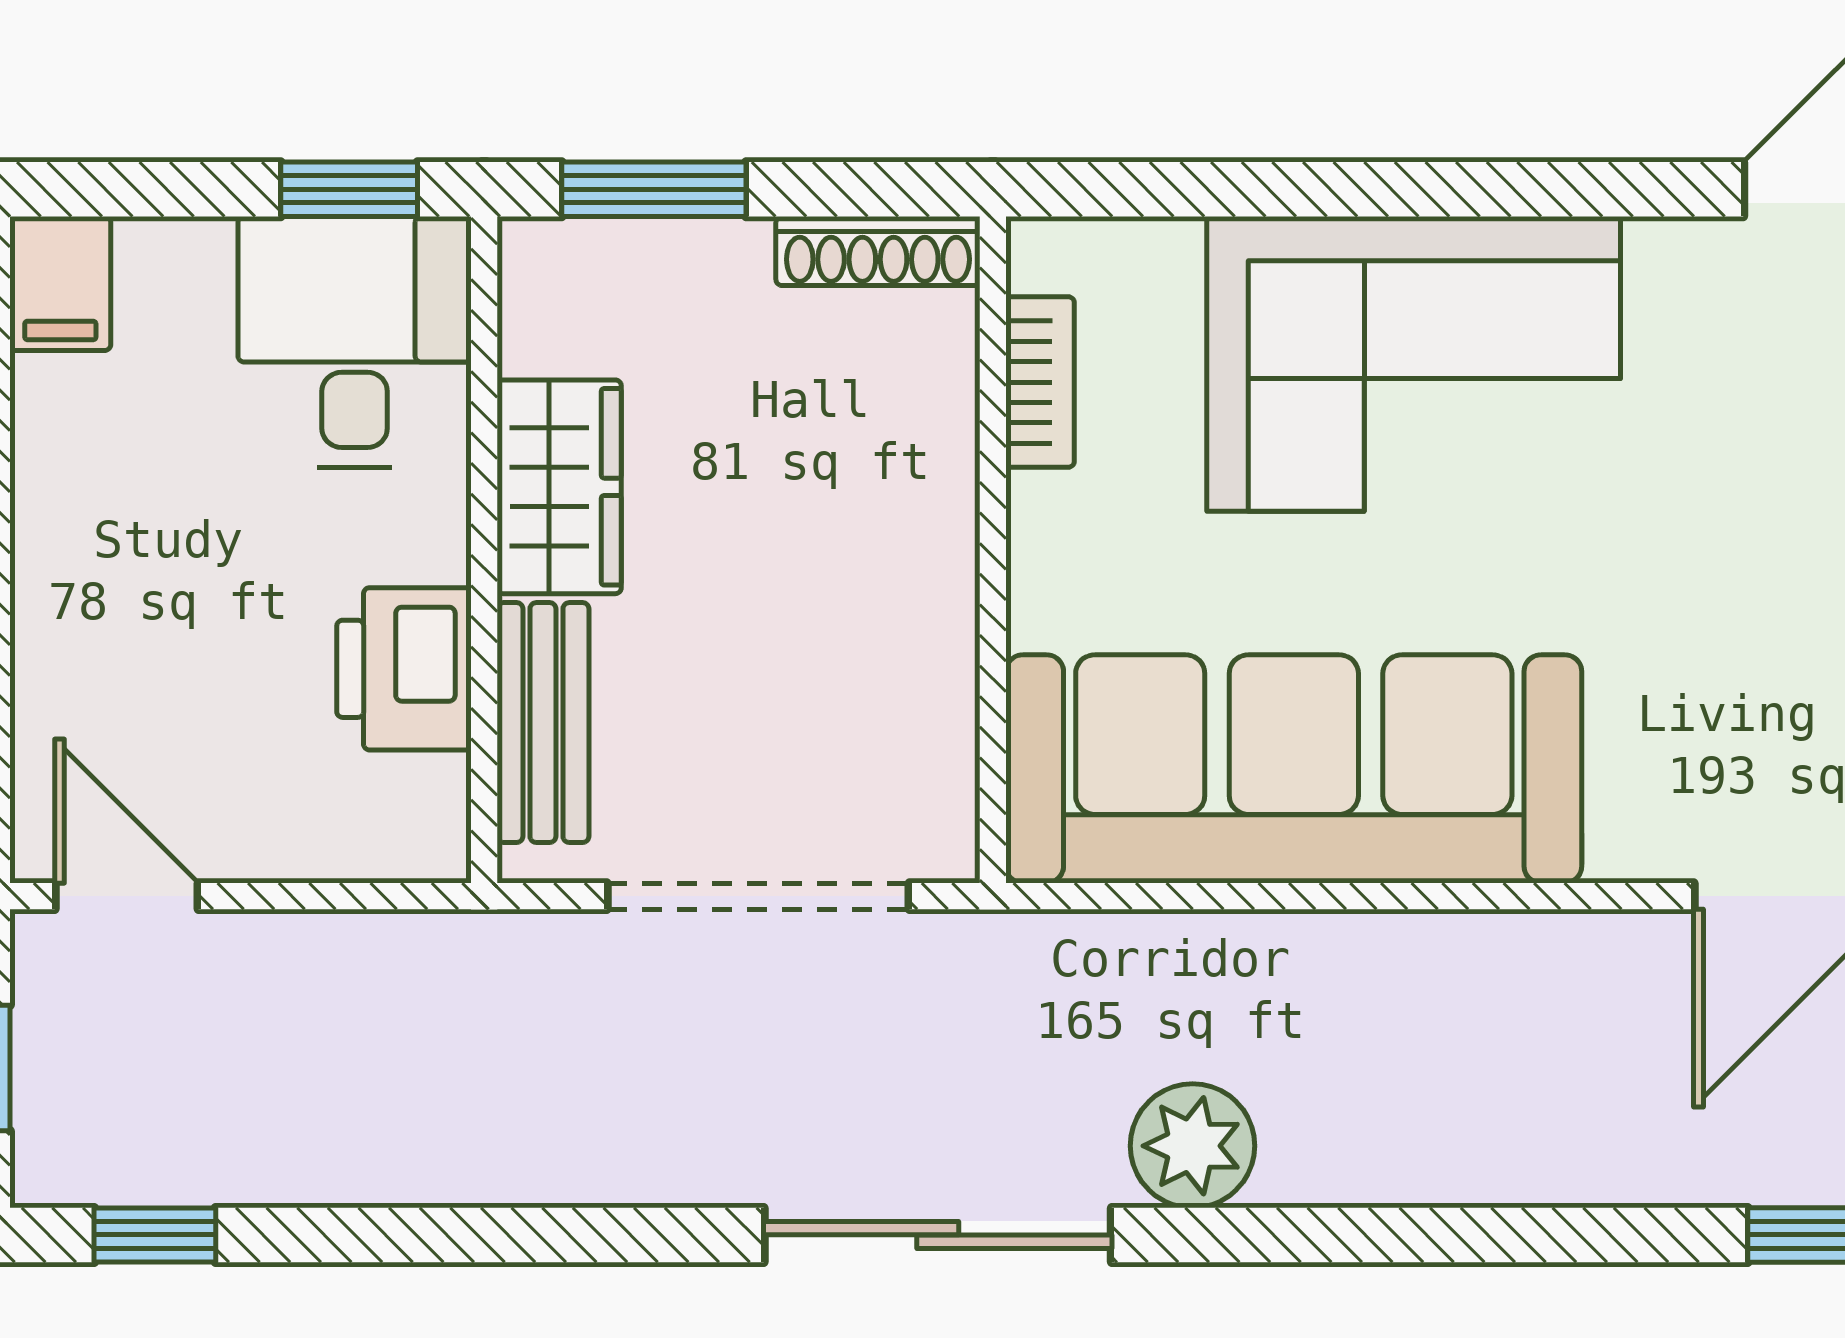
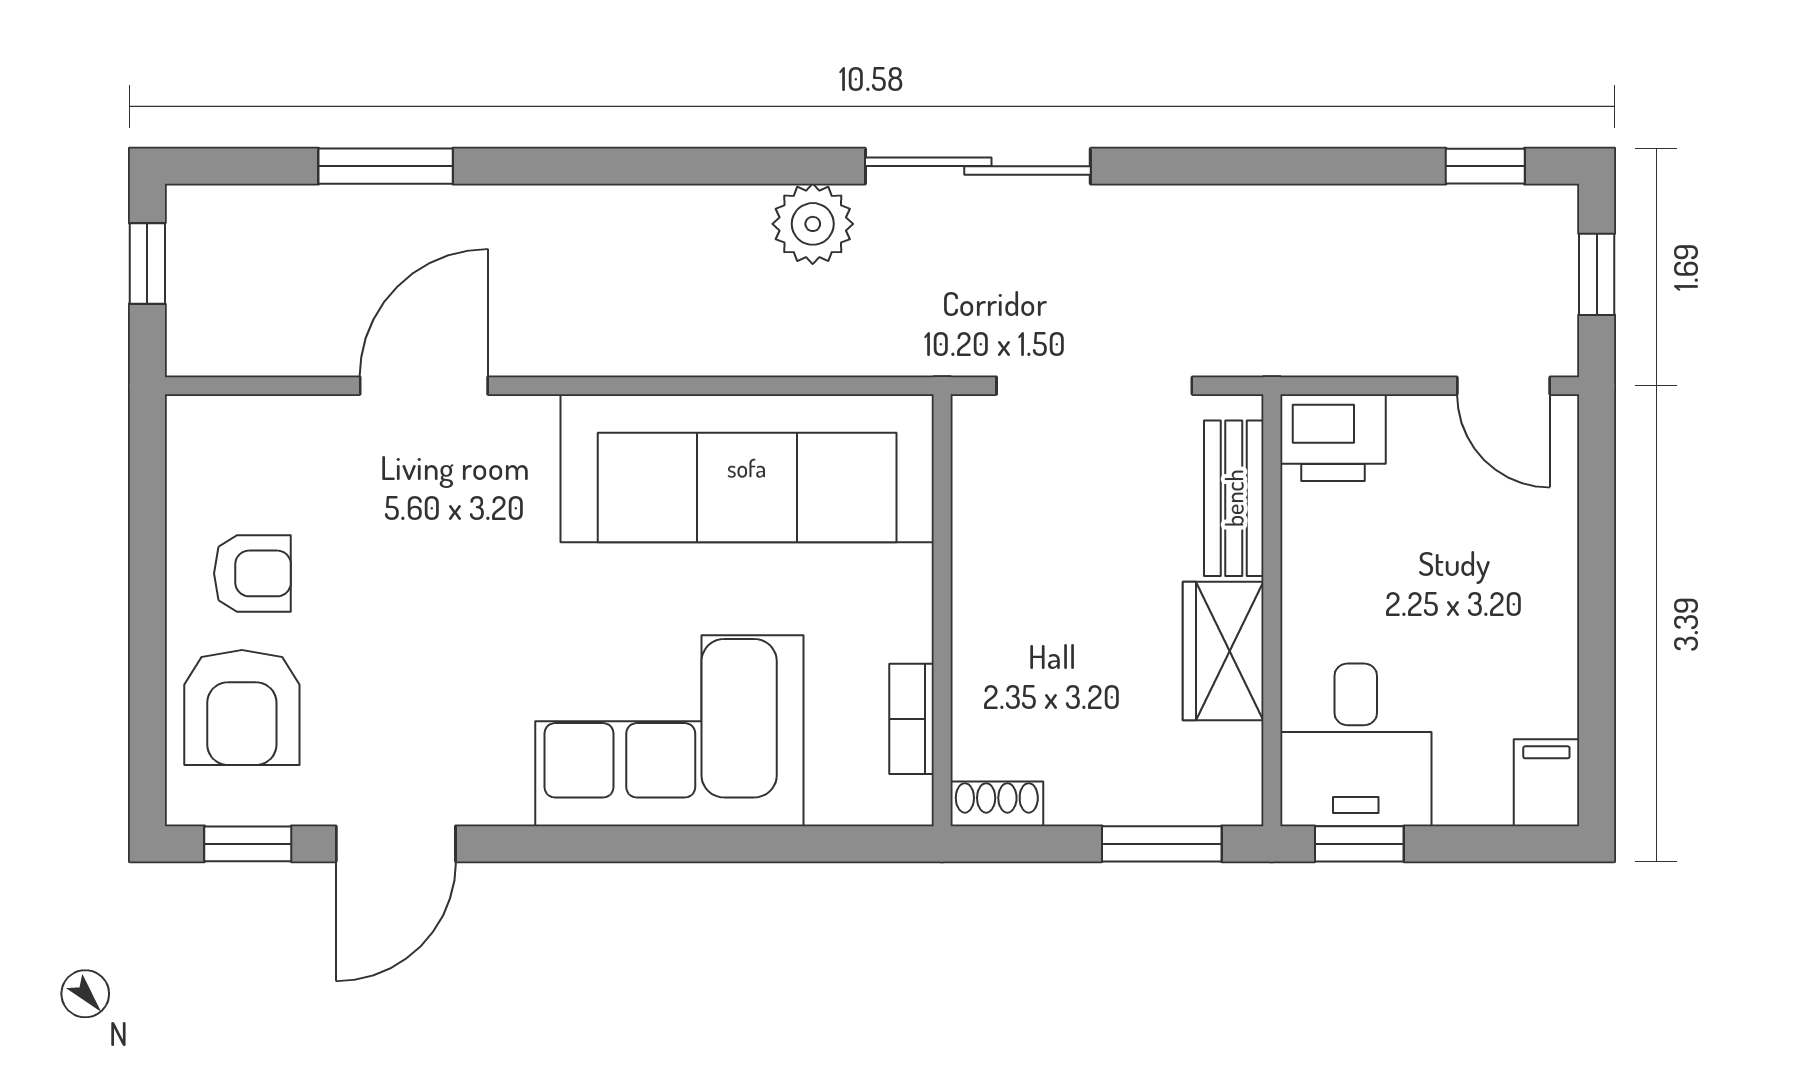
shoe rack: (878, 251) -> (997, 804), width x0.70
printer: (404, 669) -> (1333, 438), moved, turned 90

